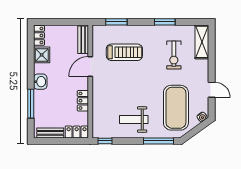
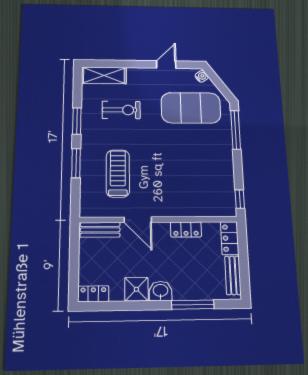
window: (116, 22) -> (76, 163), moved
shower: (42, 55) -> (136, 289), moved
weight bench: (134, 120) -> (209, 161), removed

